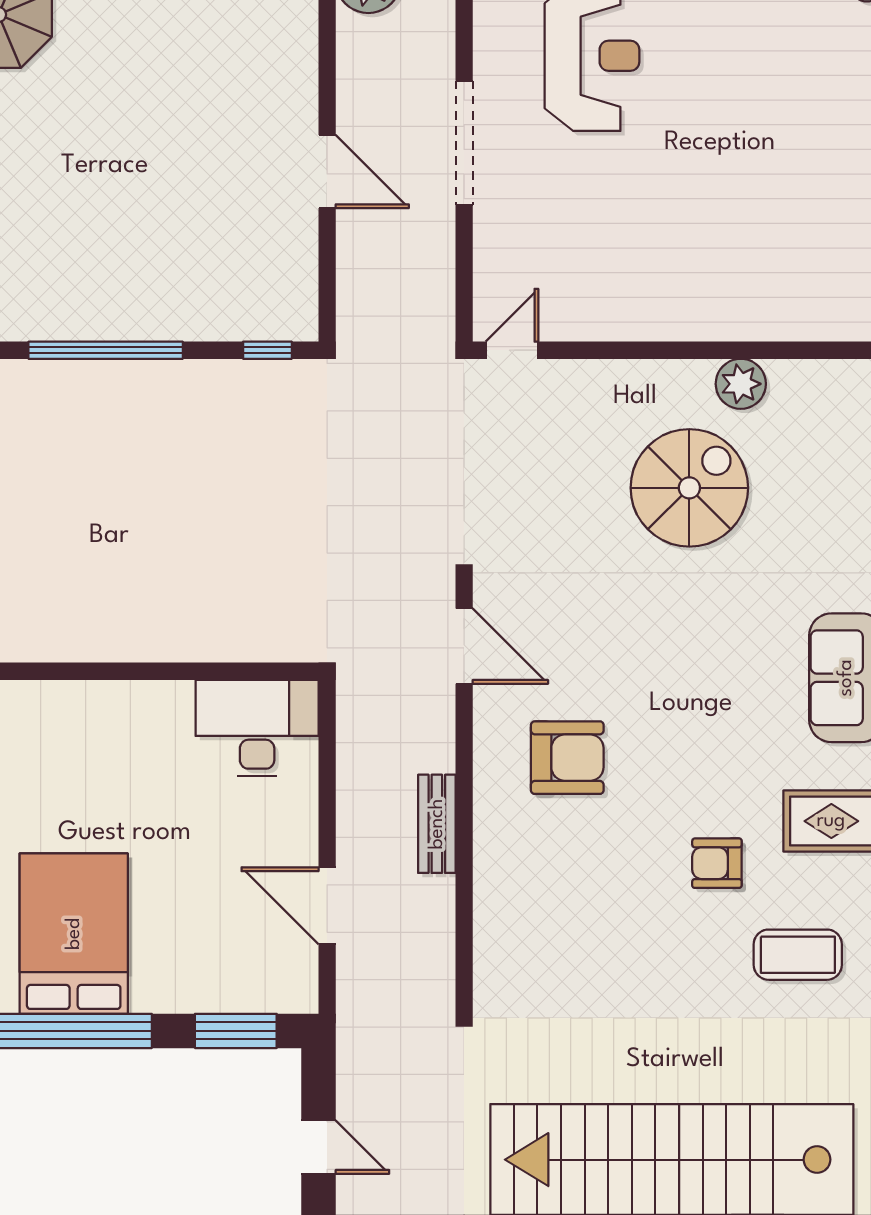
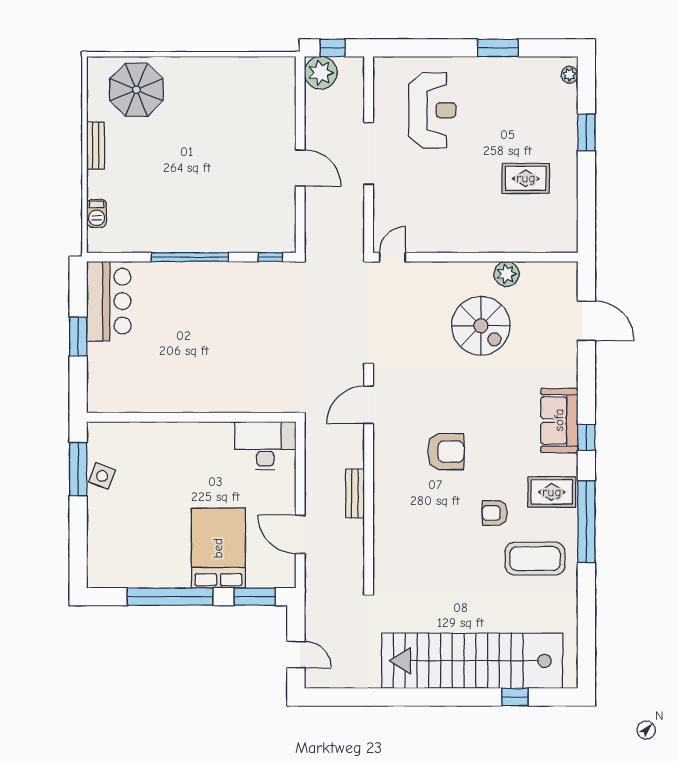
rug: (779, 192) -> (526, 178), added
spiral stairs: (689, 488) -> (481, 326), turned 90
door: (464, 646) -> (369, 405), swing flipped
armchair: (567, 758) -> (446, 452), moved
bed: (74, 934) -> (218, 548), moved
coffee table: (798, 955) -> (535, 559), width x1.36, depth x1.32

